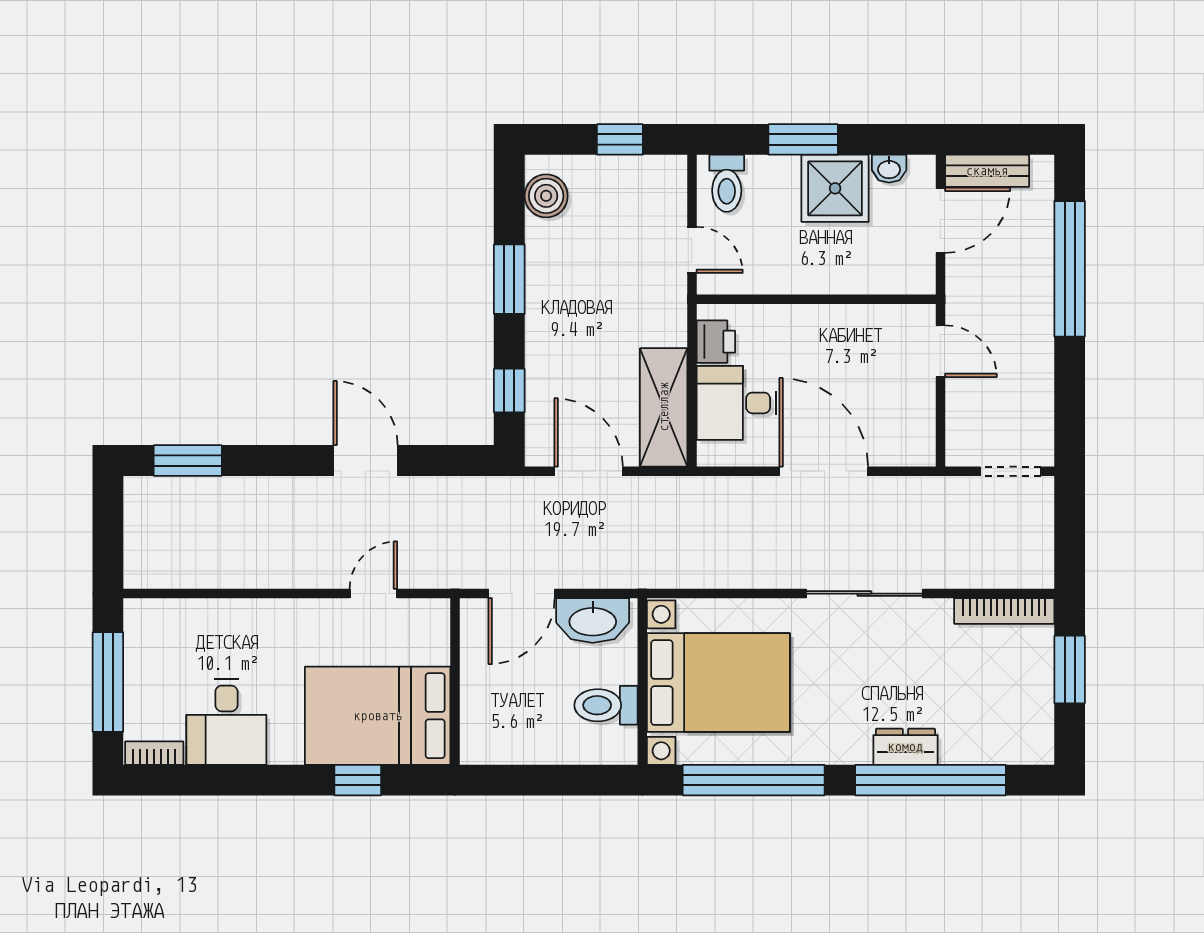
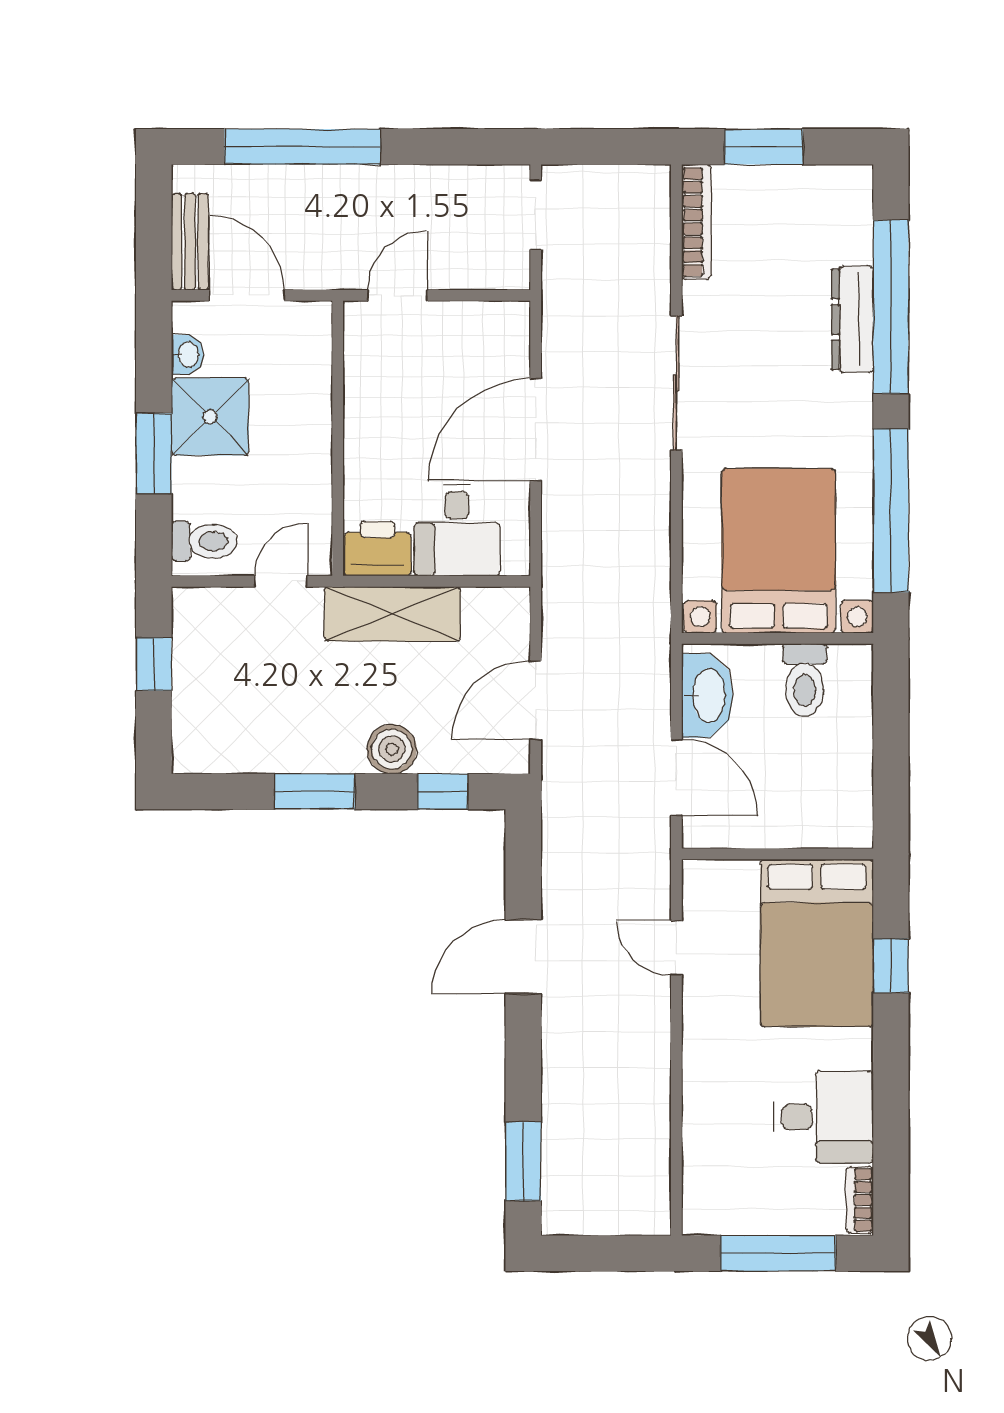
boiler: (546, 196) -> (392, 749), moved
printer: (716, 342) -> (378, 549), width x1.36, depth x1.24
shelving: (664, 407) -> (392, 614), moved
dresser: (905, 747) -> (852, 319), width x1.44

